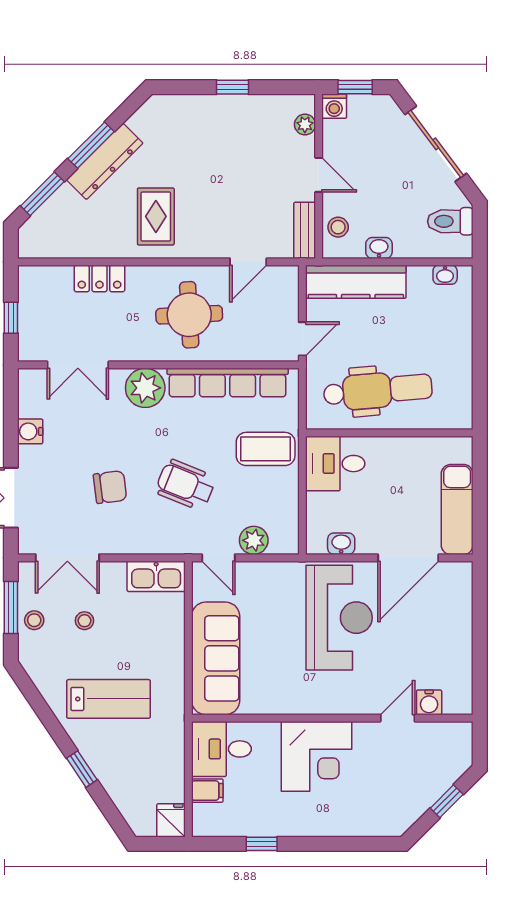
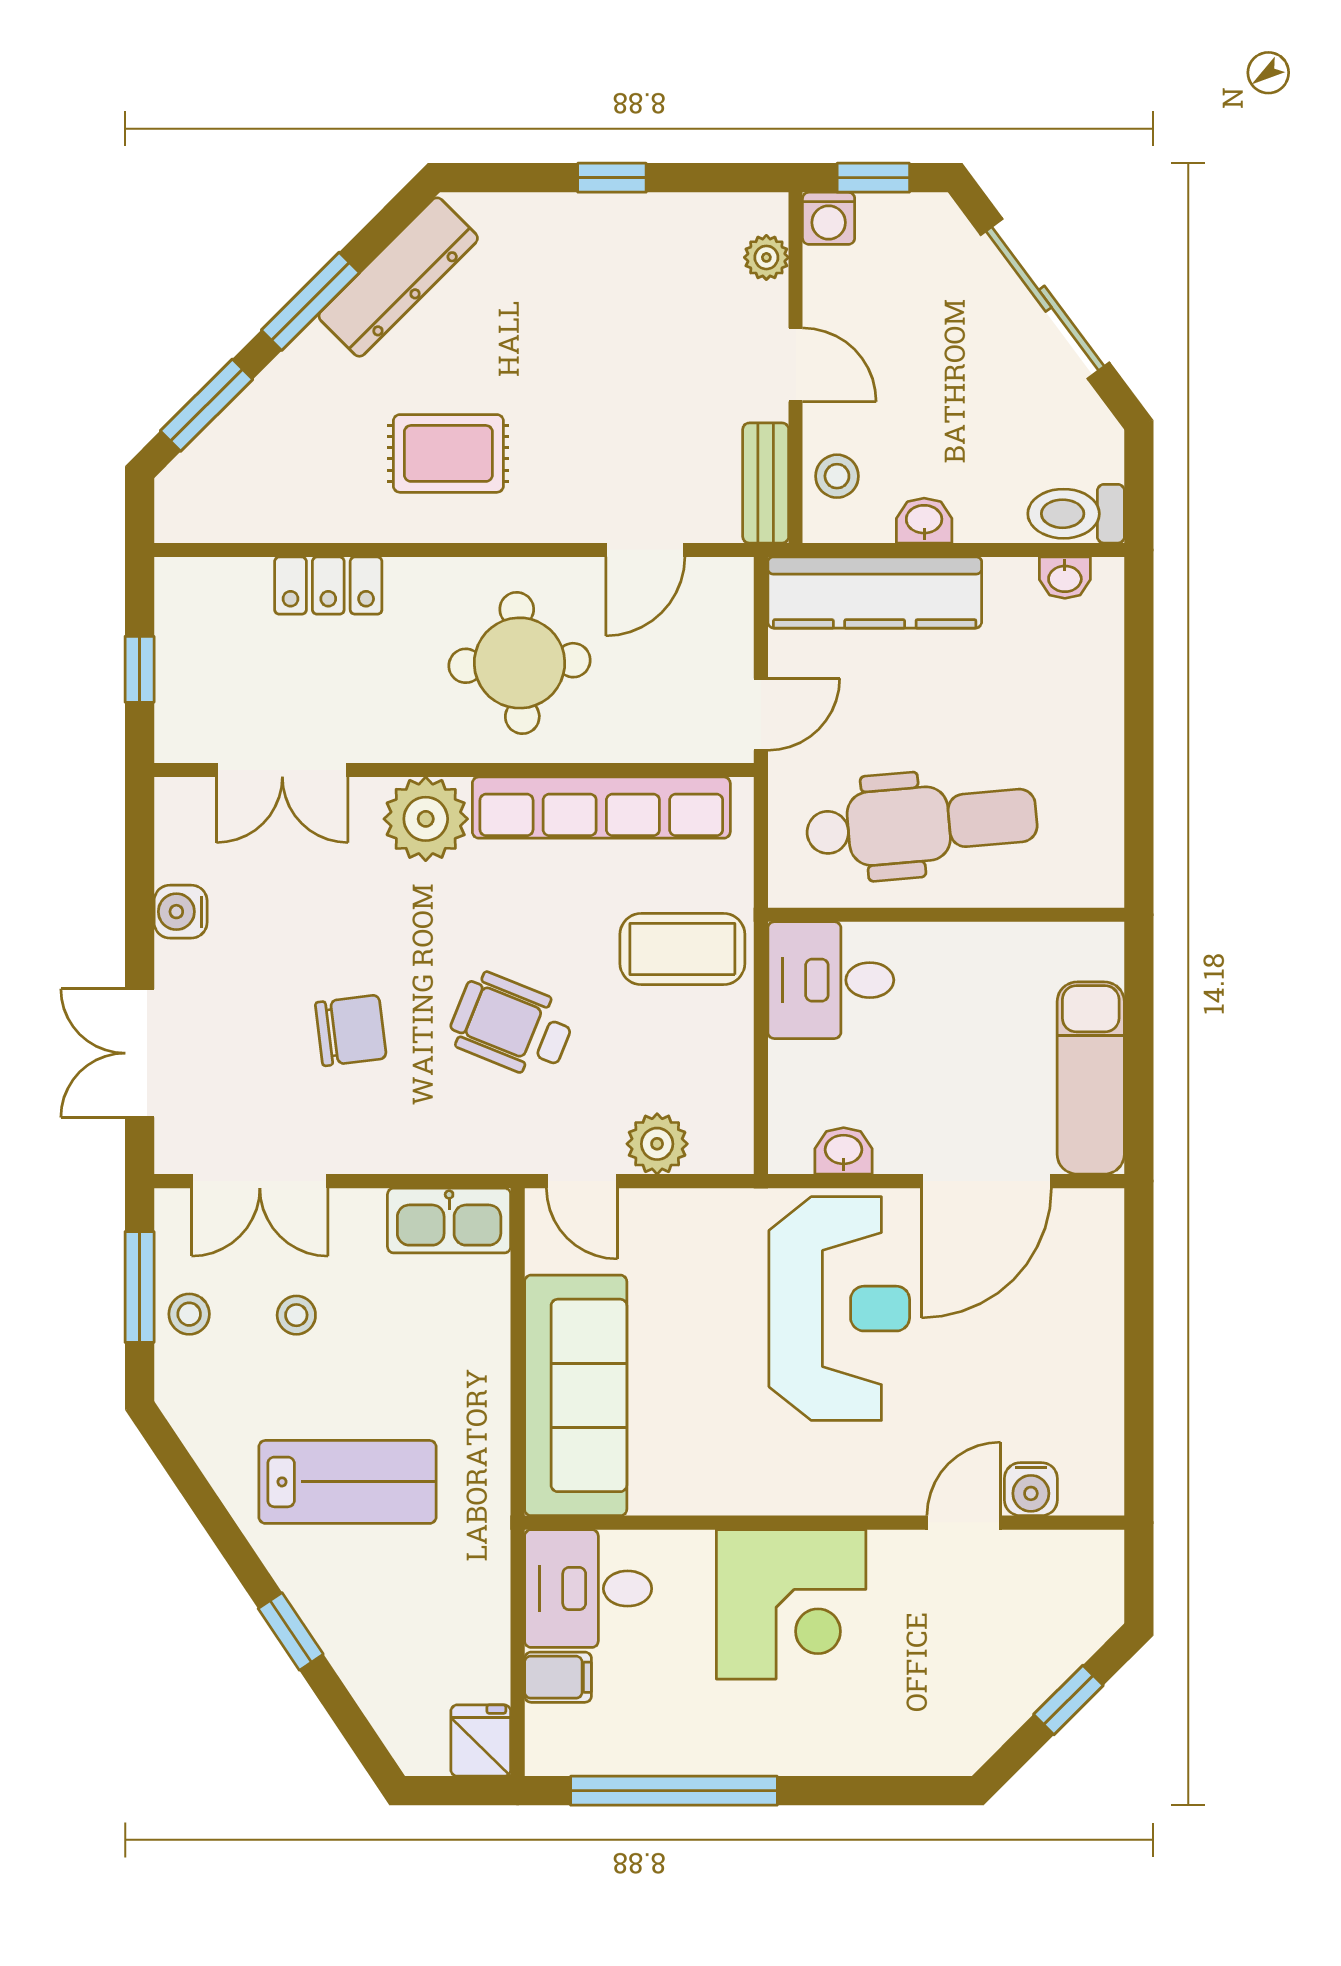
dresser: (105, 161) -> (398, 277), moved
rug: (156, 216) -> (448, 453), turned 90
toilet: (450, 221) -> (1076, 514), moved
window: (262, 844) -> (674, 1791), width x3.17

